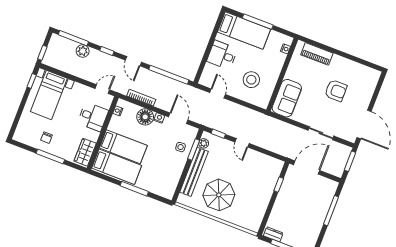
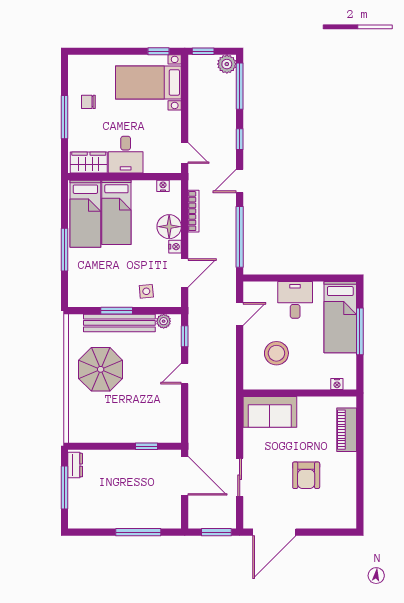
plant: (83, 51) -> (227, 64), moved
desk: (93, 117) -> (126, 155), moved
window: (194, 150) -> (117, 311), moved

